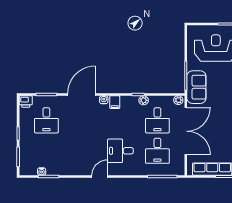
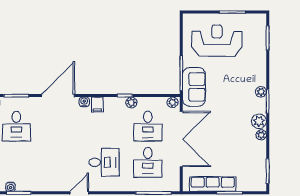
desk: (120, 151) -> (104, 162), turned 180

